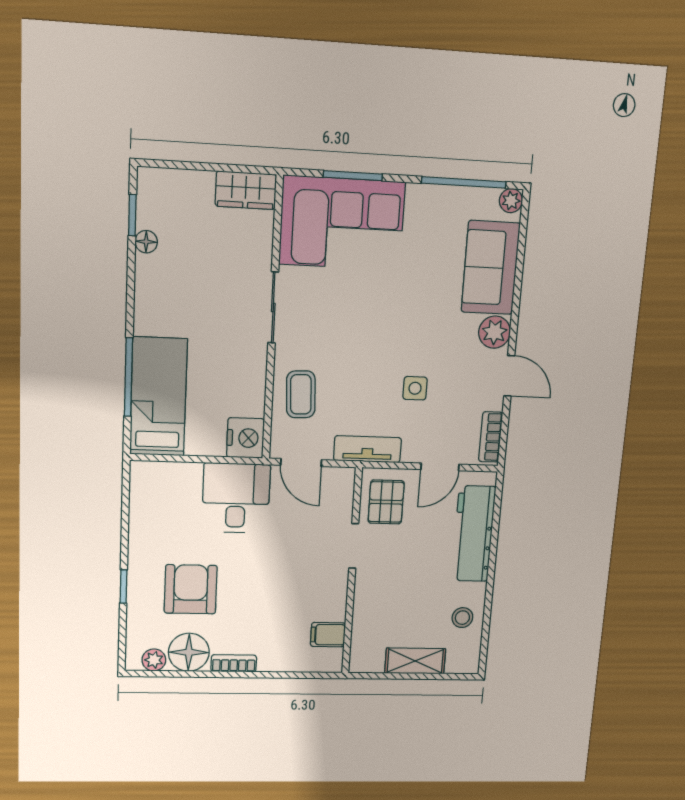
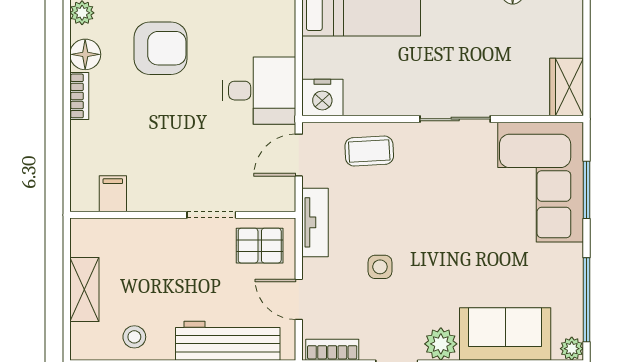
floor lamp: (189, 652) -> (85, 54), width x0.73, depth x0.73

